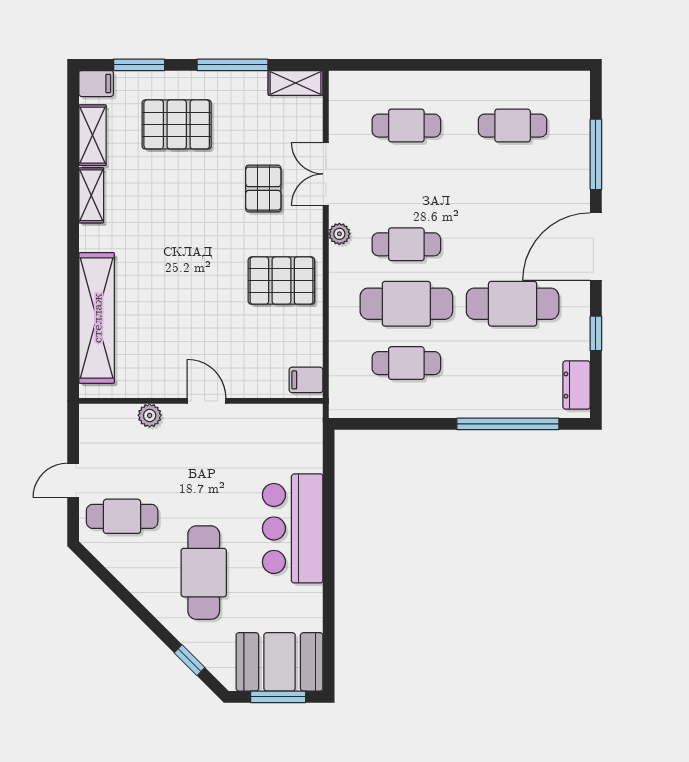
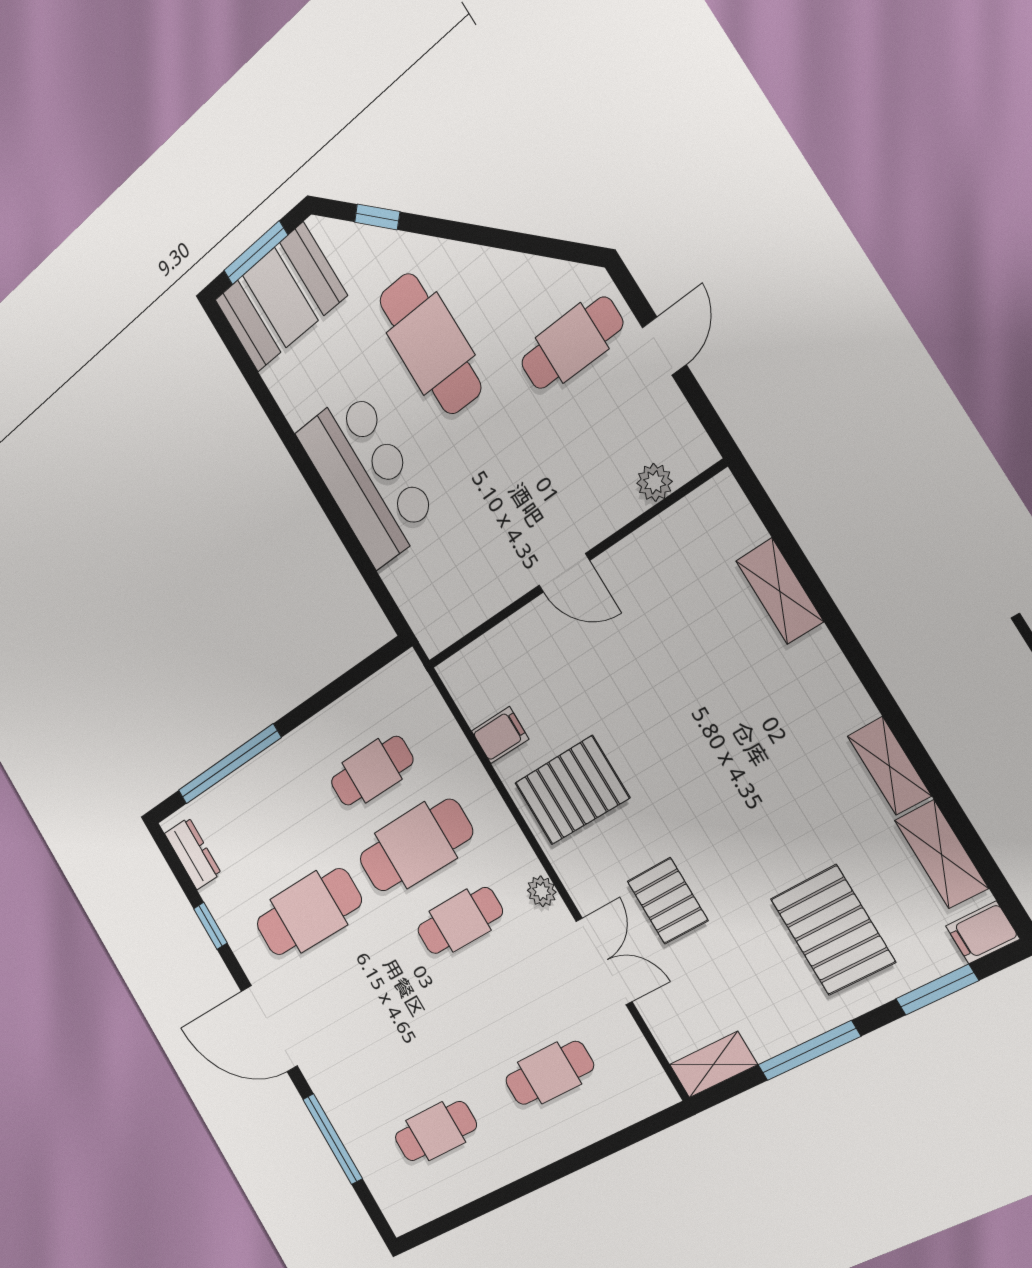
pallet: (177, 124) -> (833, 930), turned 90
door: (596, 247) -> (269, 1029), swing flipped
shelving: (97, 318) -> (780, 591), width x0.45, depth x0.75
filing cabinet: (306, 380) -> (500, 735), moved
plant: (150, 415) -> (655, 482), moved

